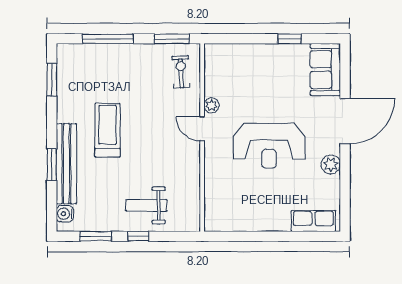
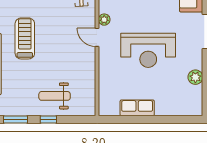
plant: (331, 164) -> (195, 77), moved
row of seats: (313, 221) -> (137, 108), moved

